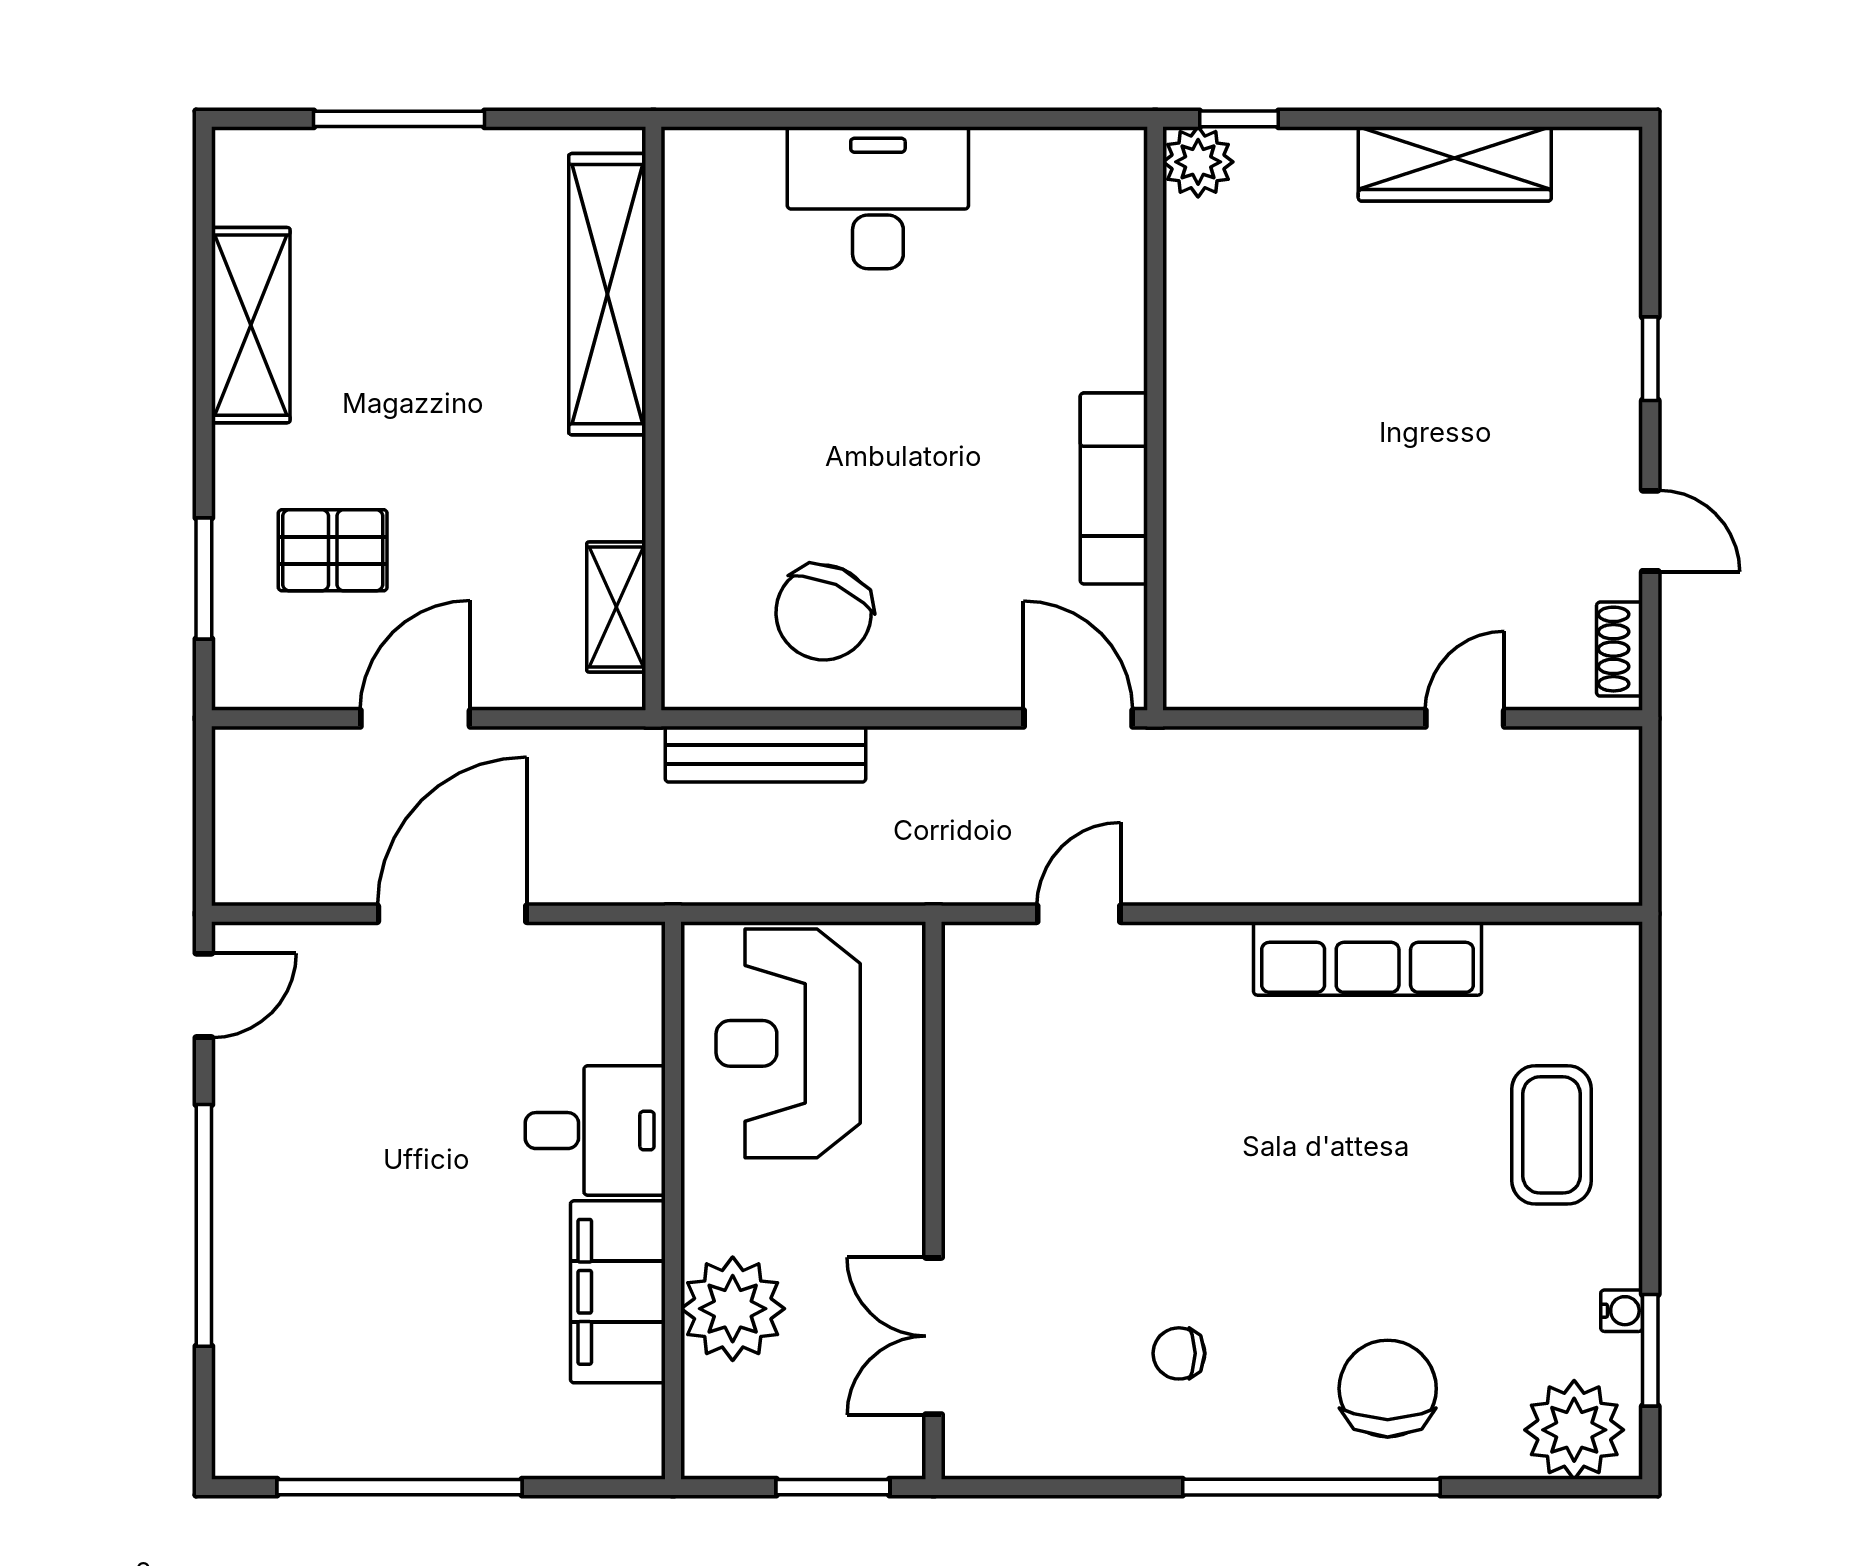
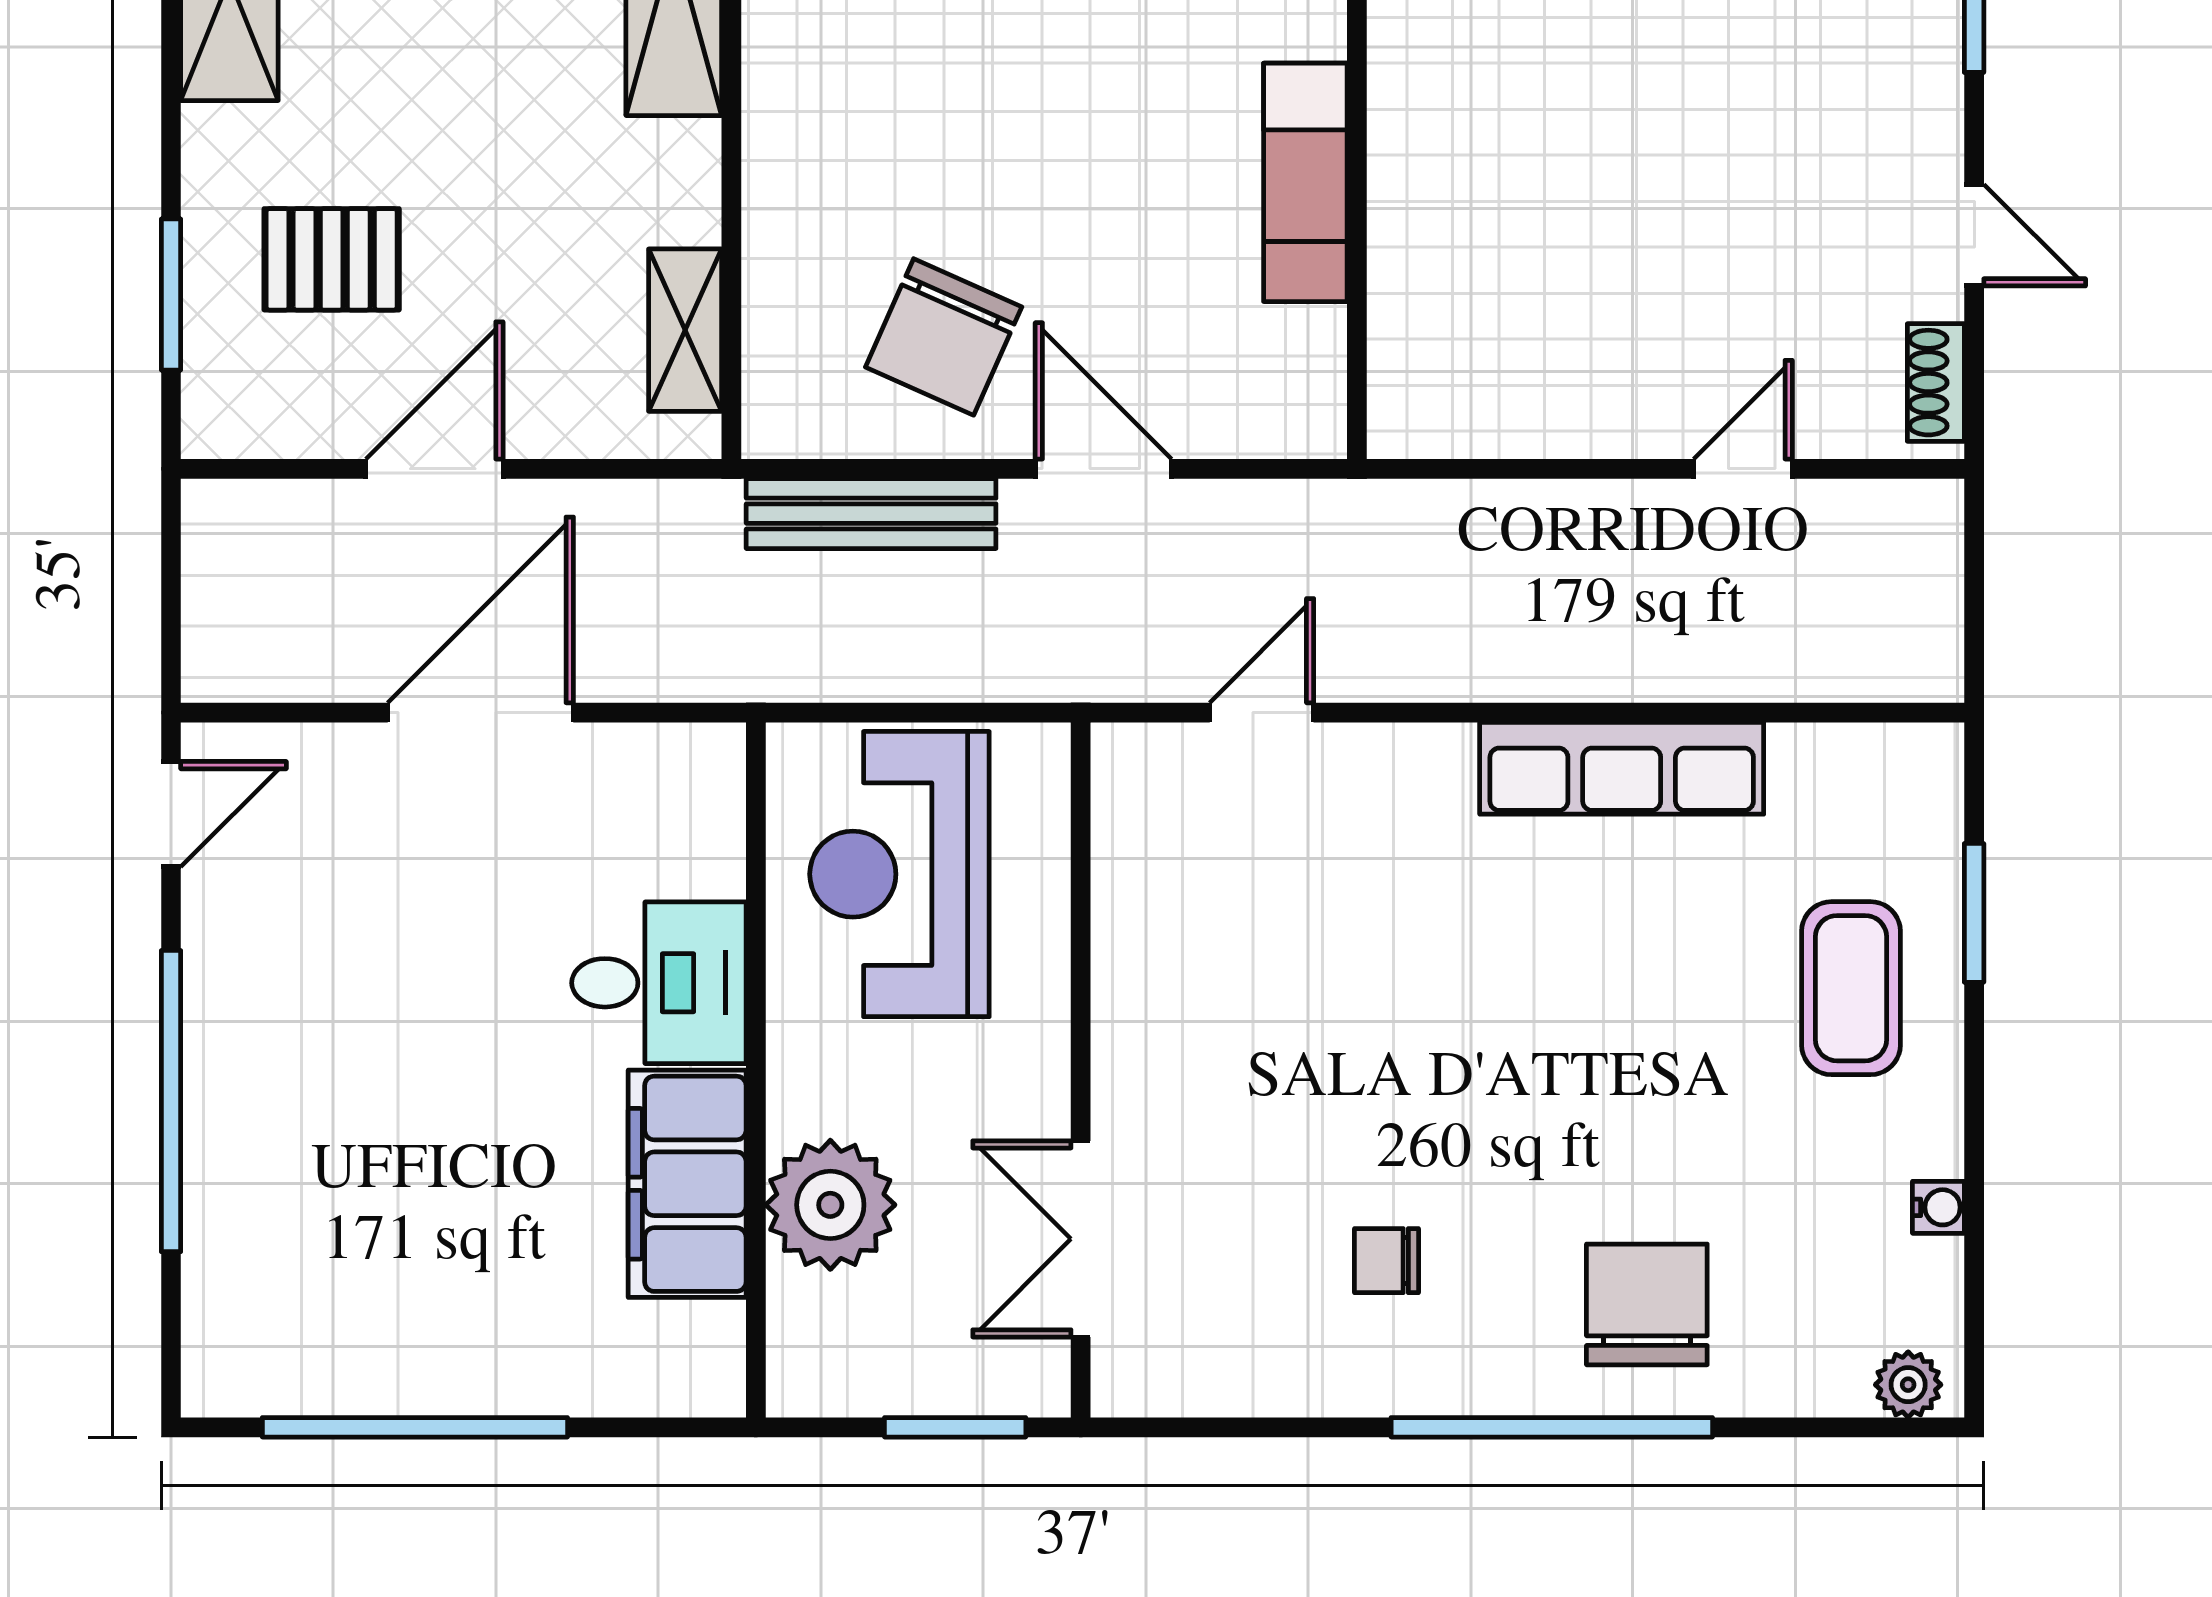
door: (1078, 718) -> (1103, 469), moved
window: (1650, 1350) -> (1974, 913), moved
plant: (1574, 1430) -> (1908, 1385), width x0.53, depth x0.53

